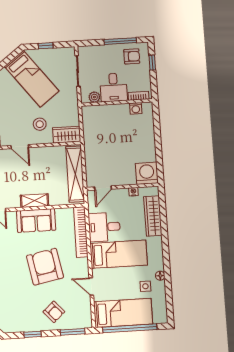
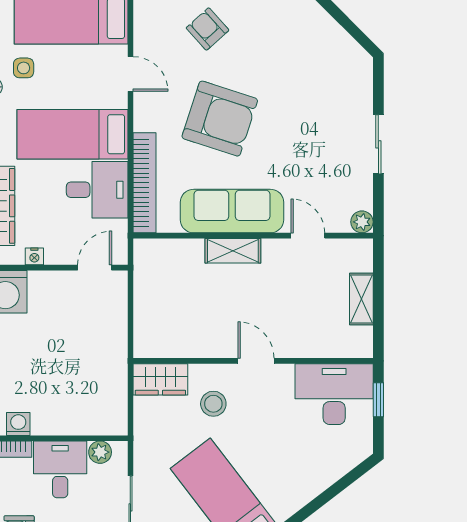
shelving: (75, 174) -> (148, 299), removed
sofa: (36, 220) -> (232, 211), width x1.36
armchair: (45, 267) -> (220, 119), turned -61

